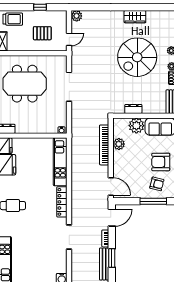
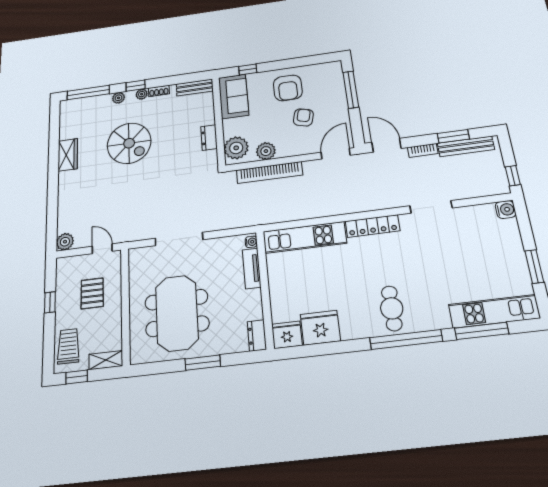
spiral stairs: (137, 57) -> (129, 143), width x0.73, depth x0.73
plant: (136, 126) -> (236, 148), moved
tv unit: (45, 129) -> (252, 268), added
armchair: (157, 184) -> (303, 117), moved

